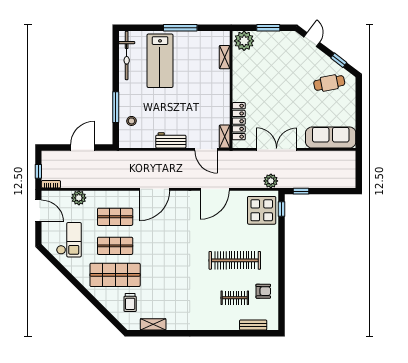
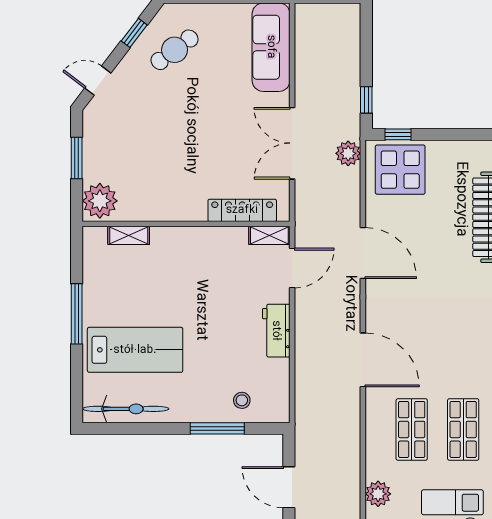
cafe table: (329, 83) -> (175, 50), turned 64

